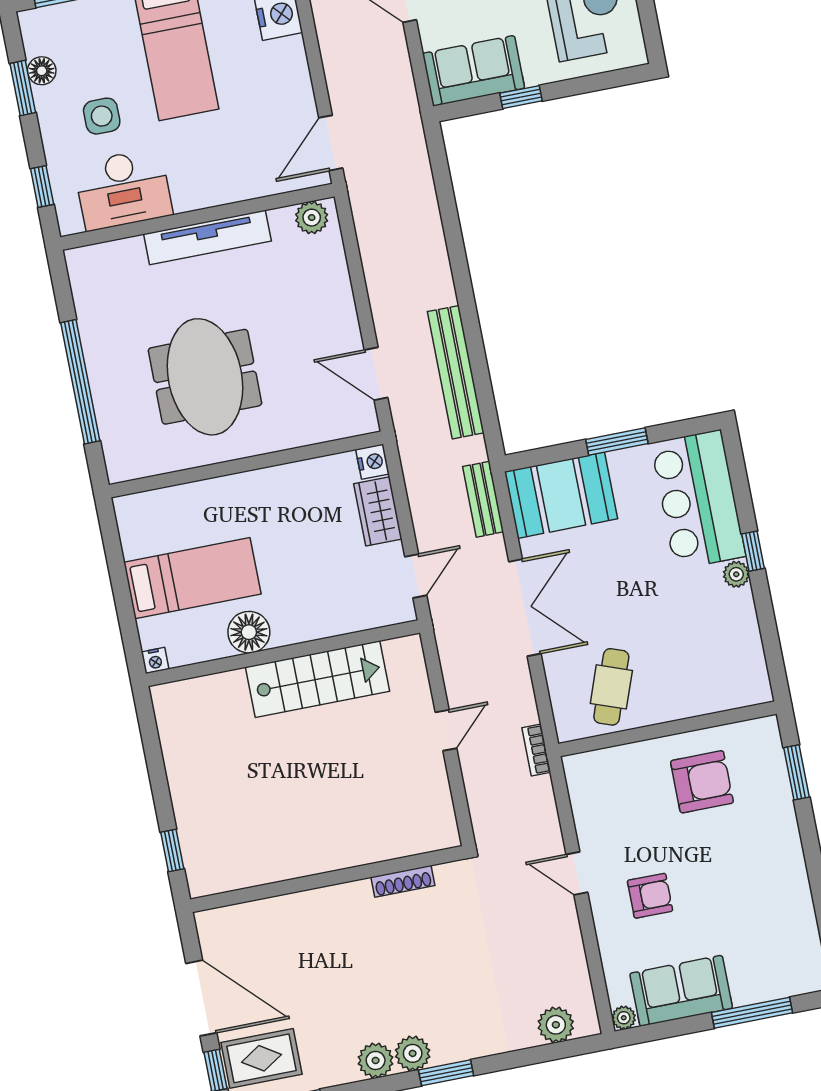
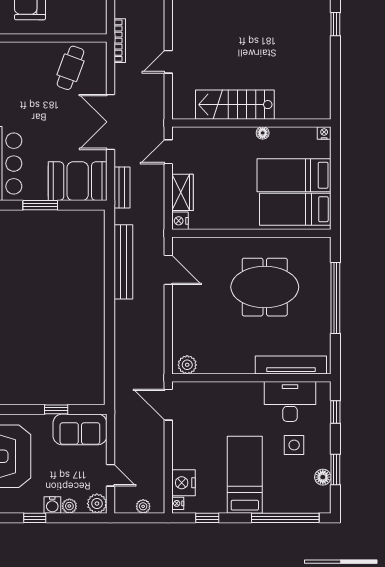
door: (331, 143) -> (168, 405), swing flipped
tv unit: (207, 237) -> (291, 365), moved
meeting table: (205, 377) -> (265, 287), turned 90
bed: (179, 520) -> (295, 209), added
floor lamp: (249, 632) -> (263, 133), width x0.53, depth x0.53
bookcase: (536, 750) -> (120, 41), width x1.56

